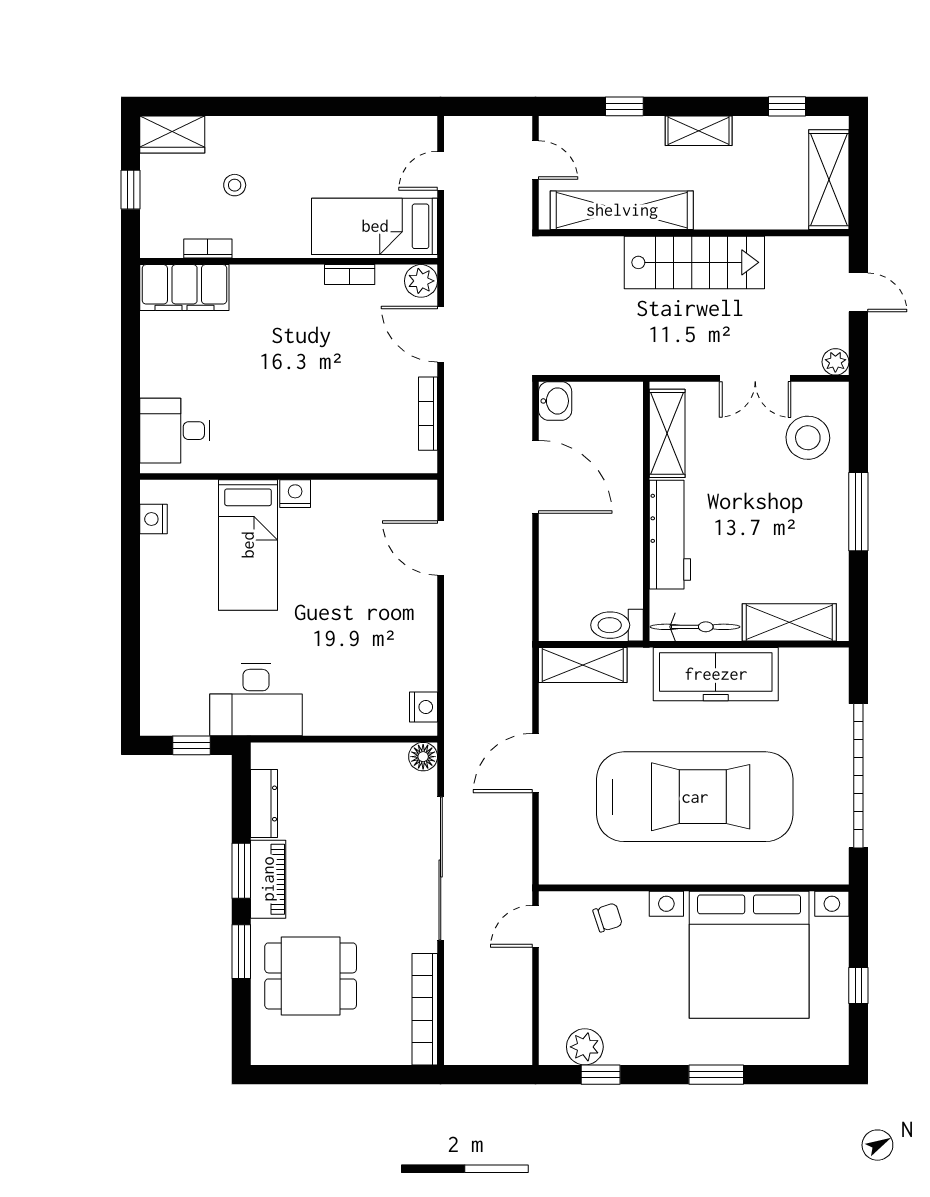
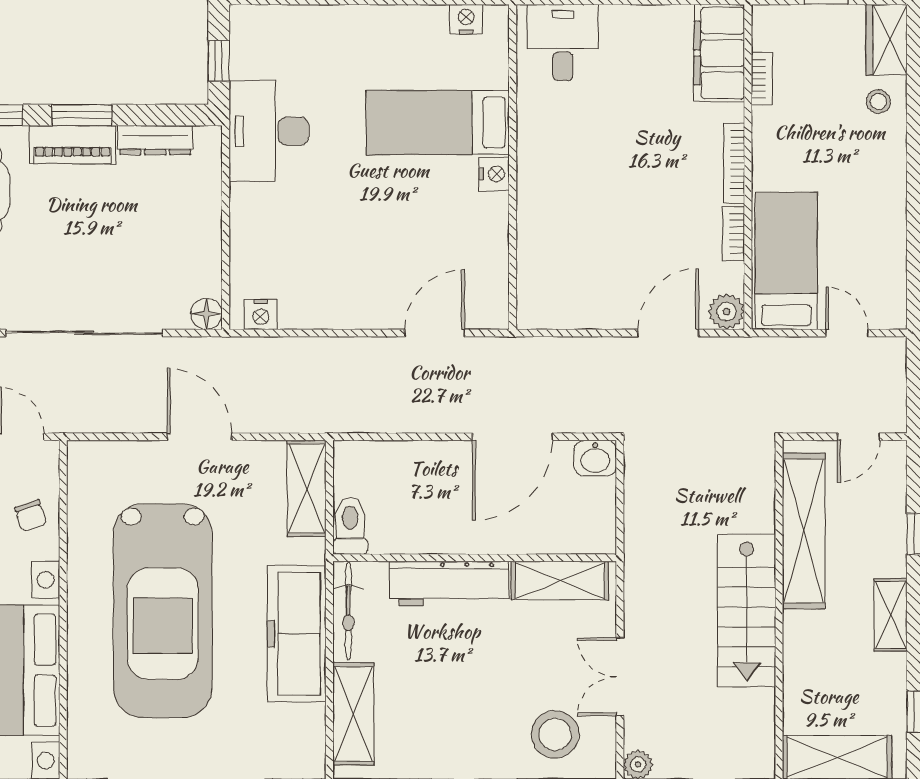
stool: (235, 185) -> (878, 101), moved
bookcase: (428, 414) -> (734, 163), moved, turned -90

